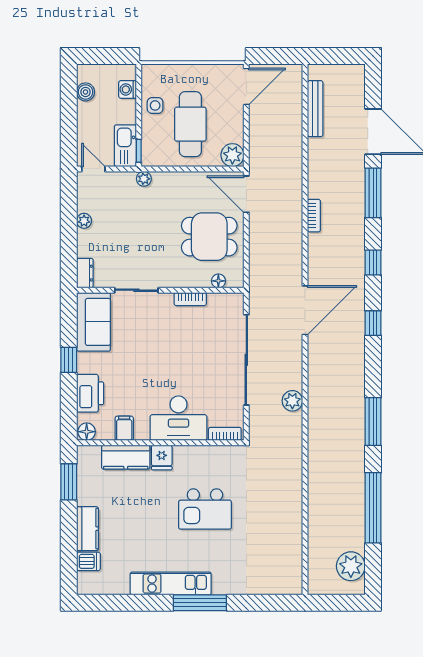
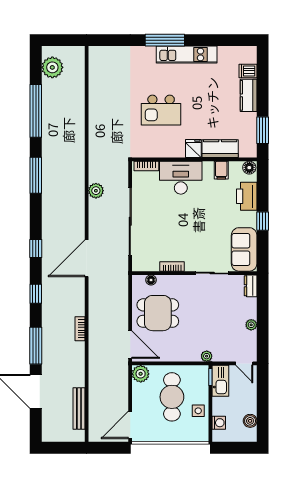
kitchen island: (205, 509) -> (161, 110), turned 180

